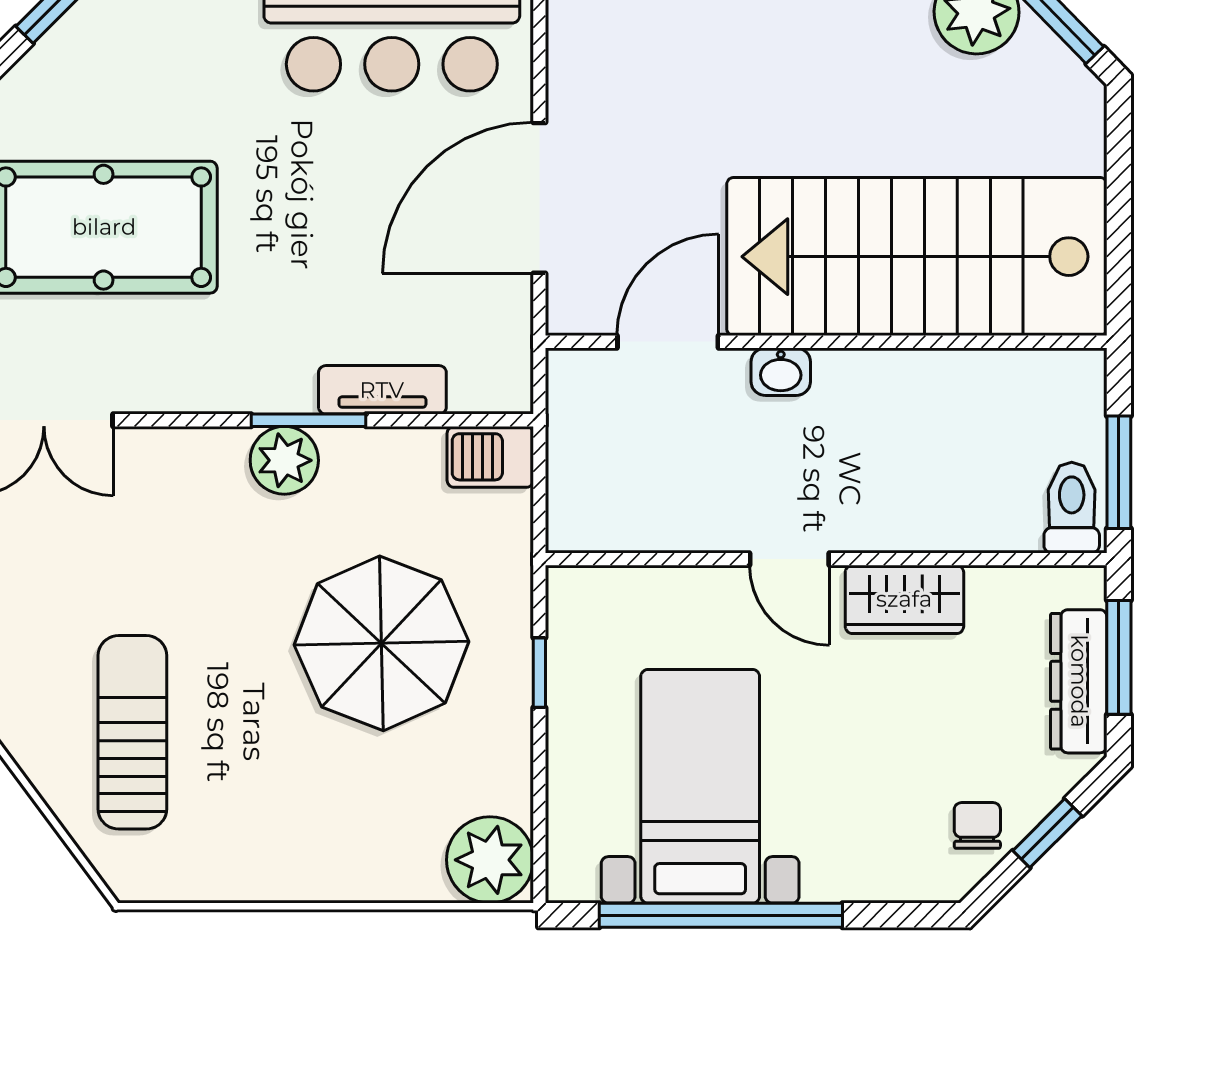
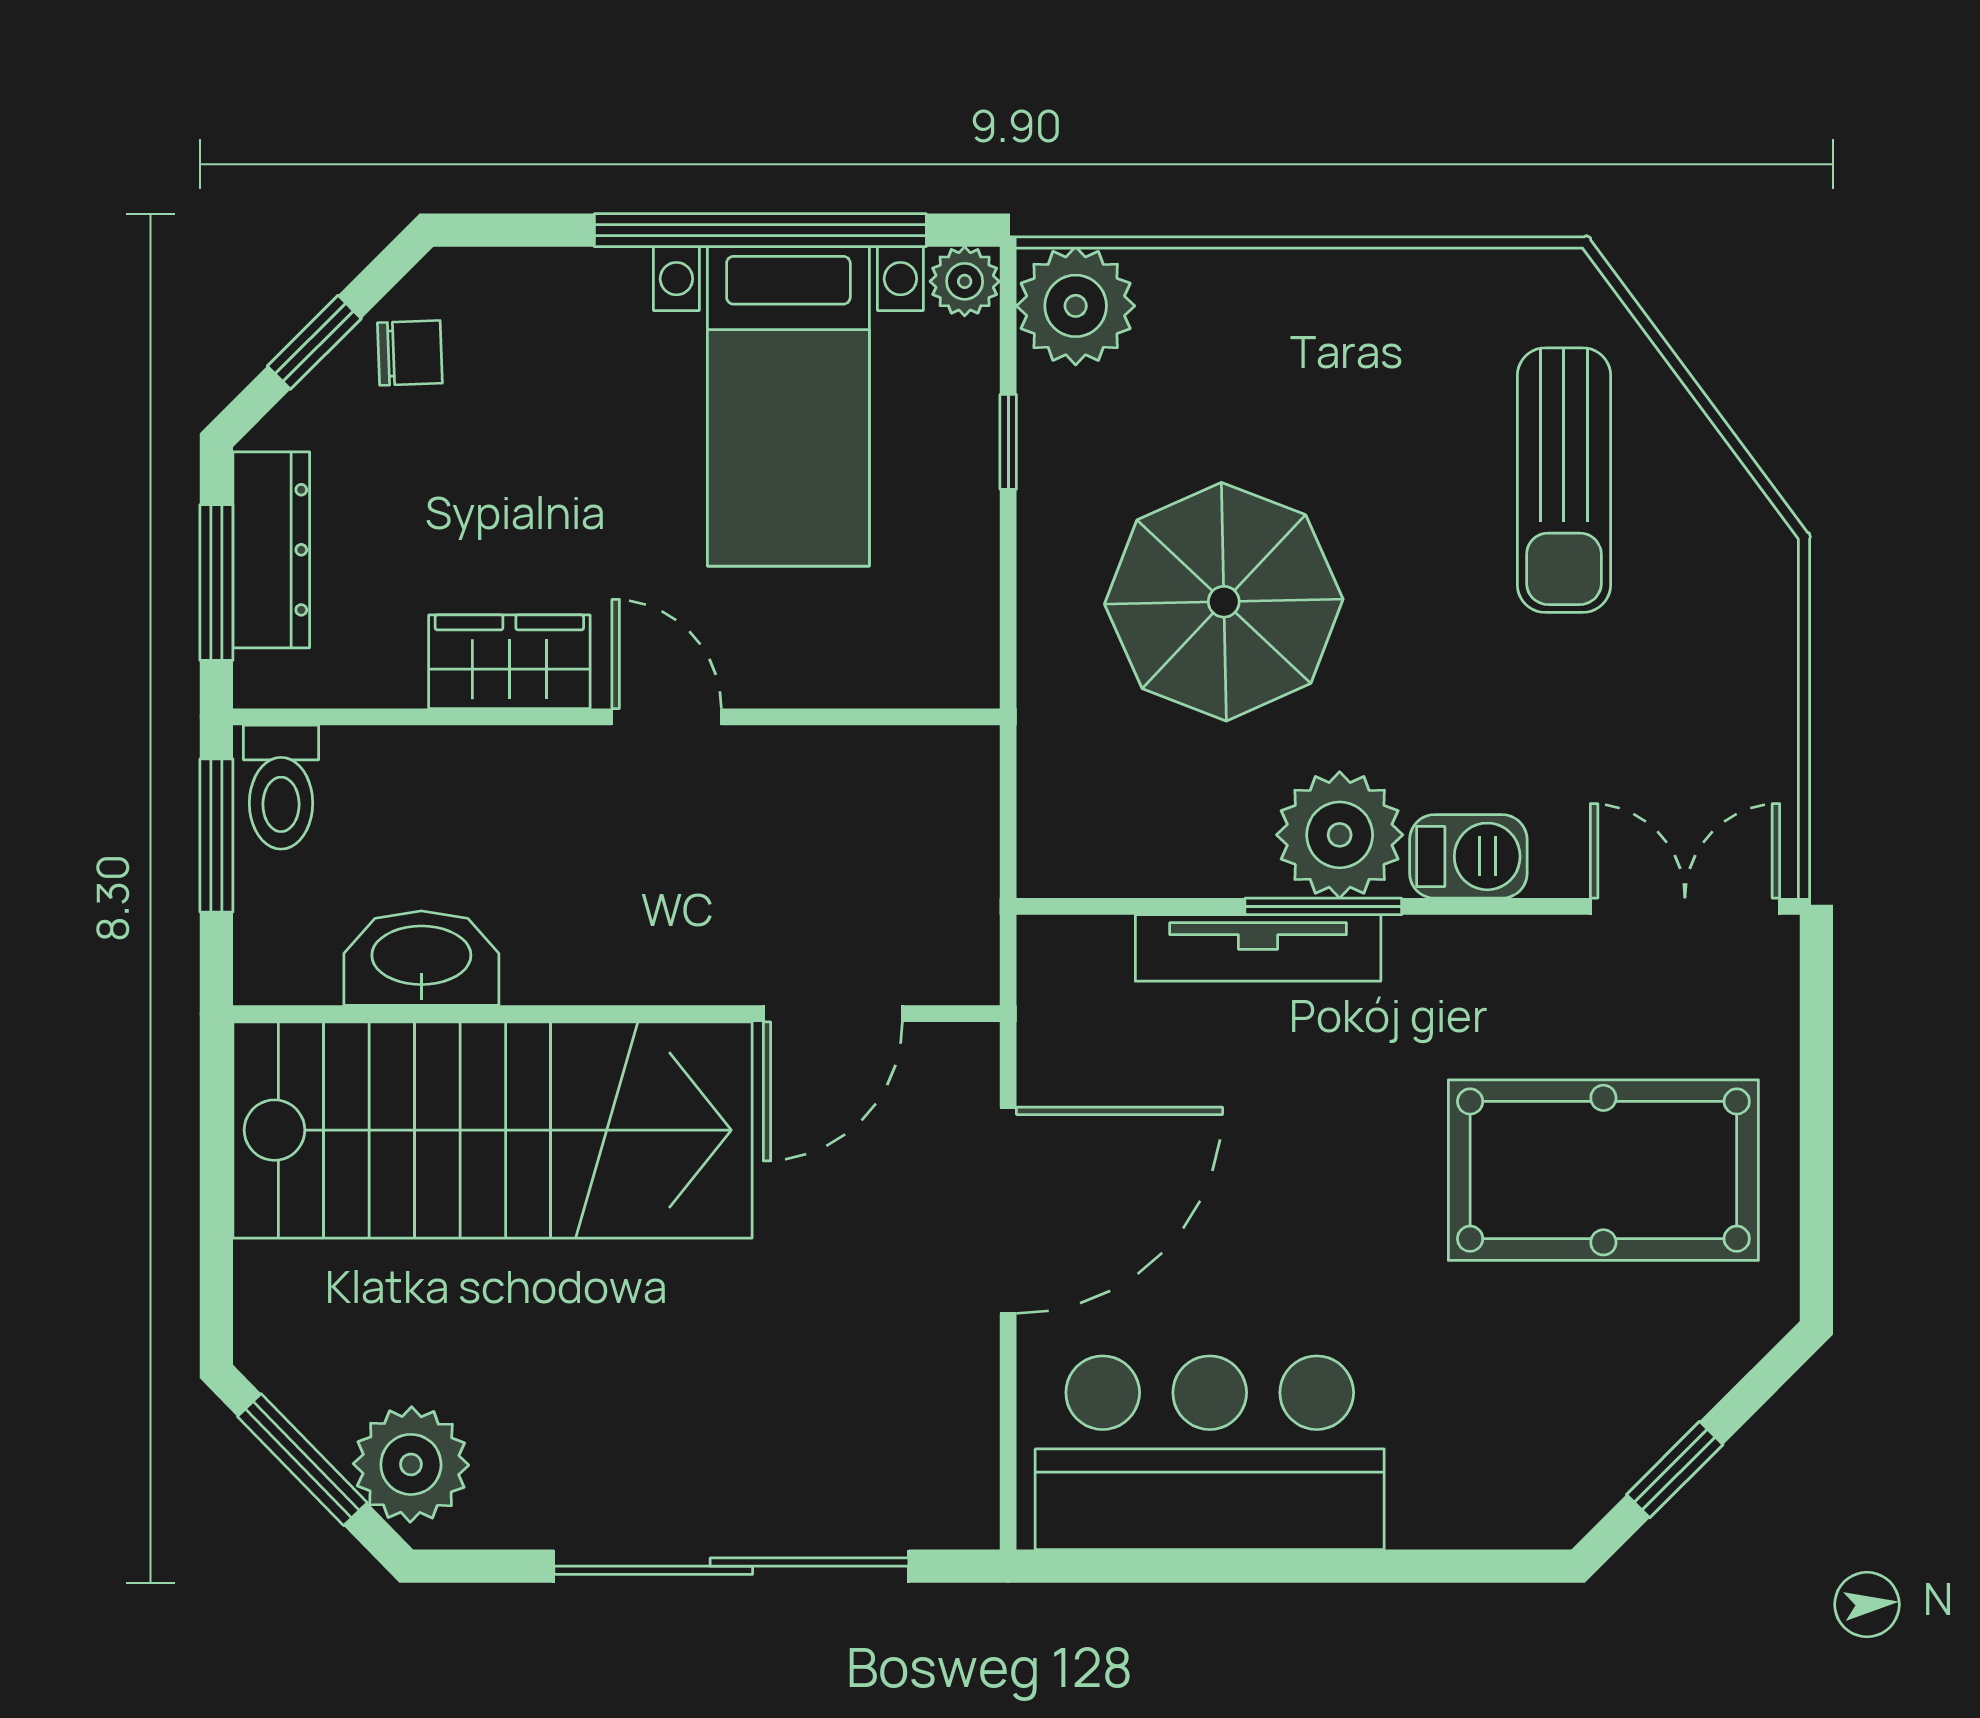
washbasin: (781, 372) -> (421, 958), moved, width x1.91, depth x1.45
tv unit: (382, 390) -> (1258, 948), width x1.41
barbecue: (490, 457) -> (1468, 856), moved
plant: (284, 460) -> (1340, 835), width x1.36, depth x1.36
window: (539, 673) -> (1008, 442), moved
chair: (977, 825) -> (410, 353), turned -92
plant: (571, 878) -> (965, 281), added

